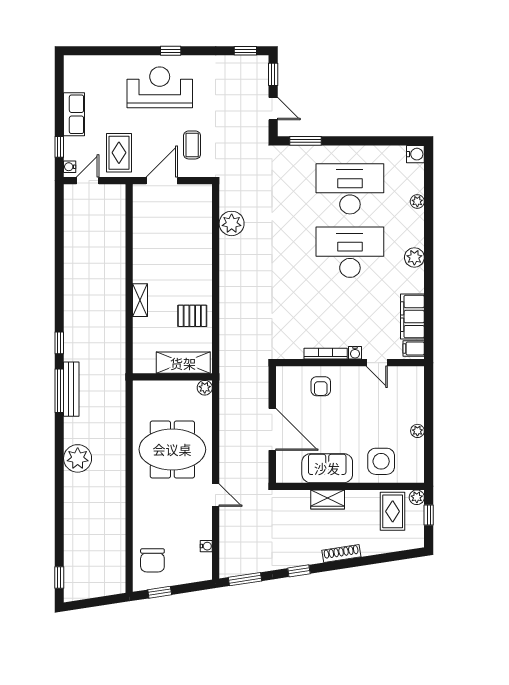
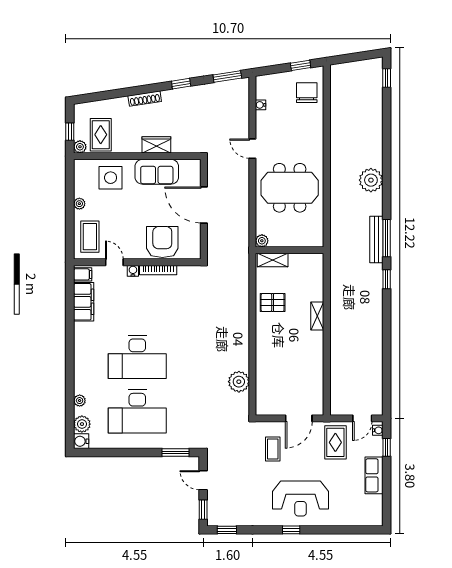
plant: (414, 257) -> (82, 424), moved
shelving: (183, 363) -> (273, 260), width x0.67, depth x0.75
armchair: (321, 386) -> (162, 242), width x1.88, depth x1.88
coffee table: (405, 393) -> (90, 237), added

